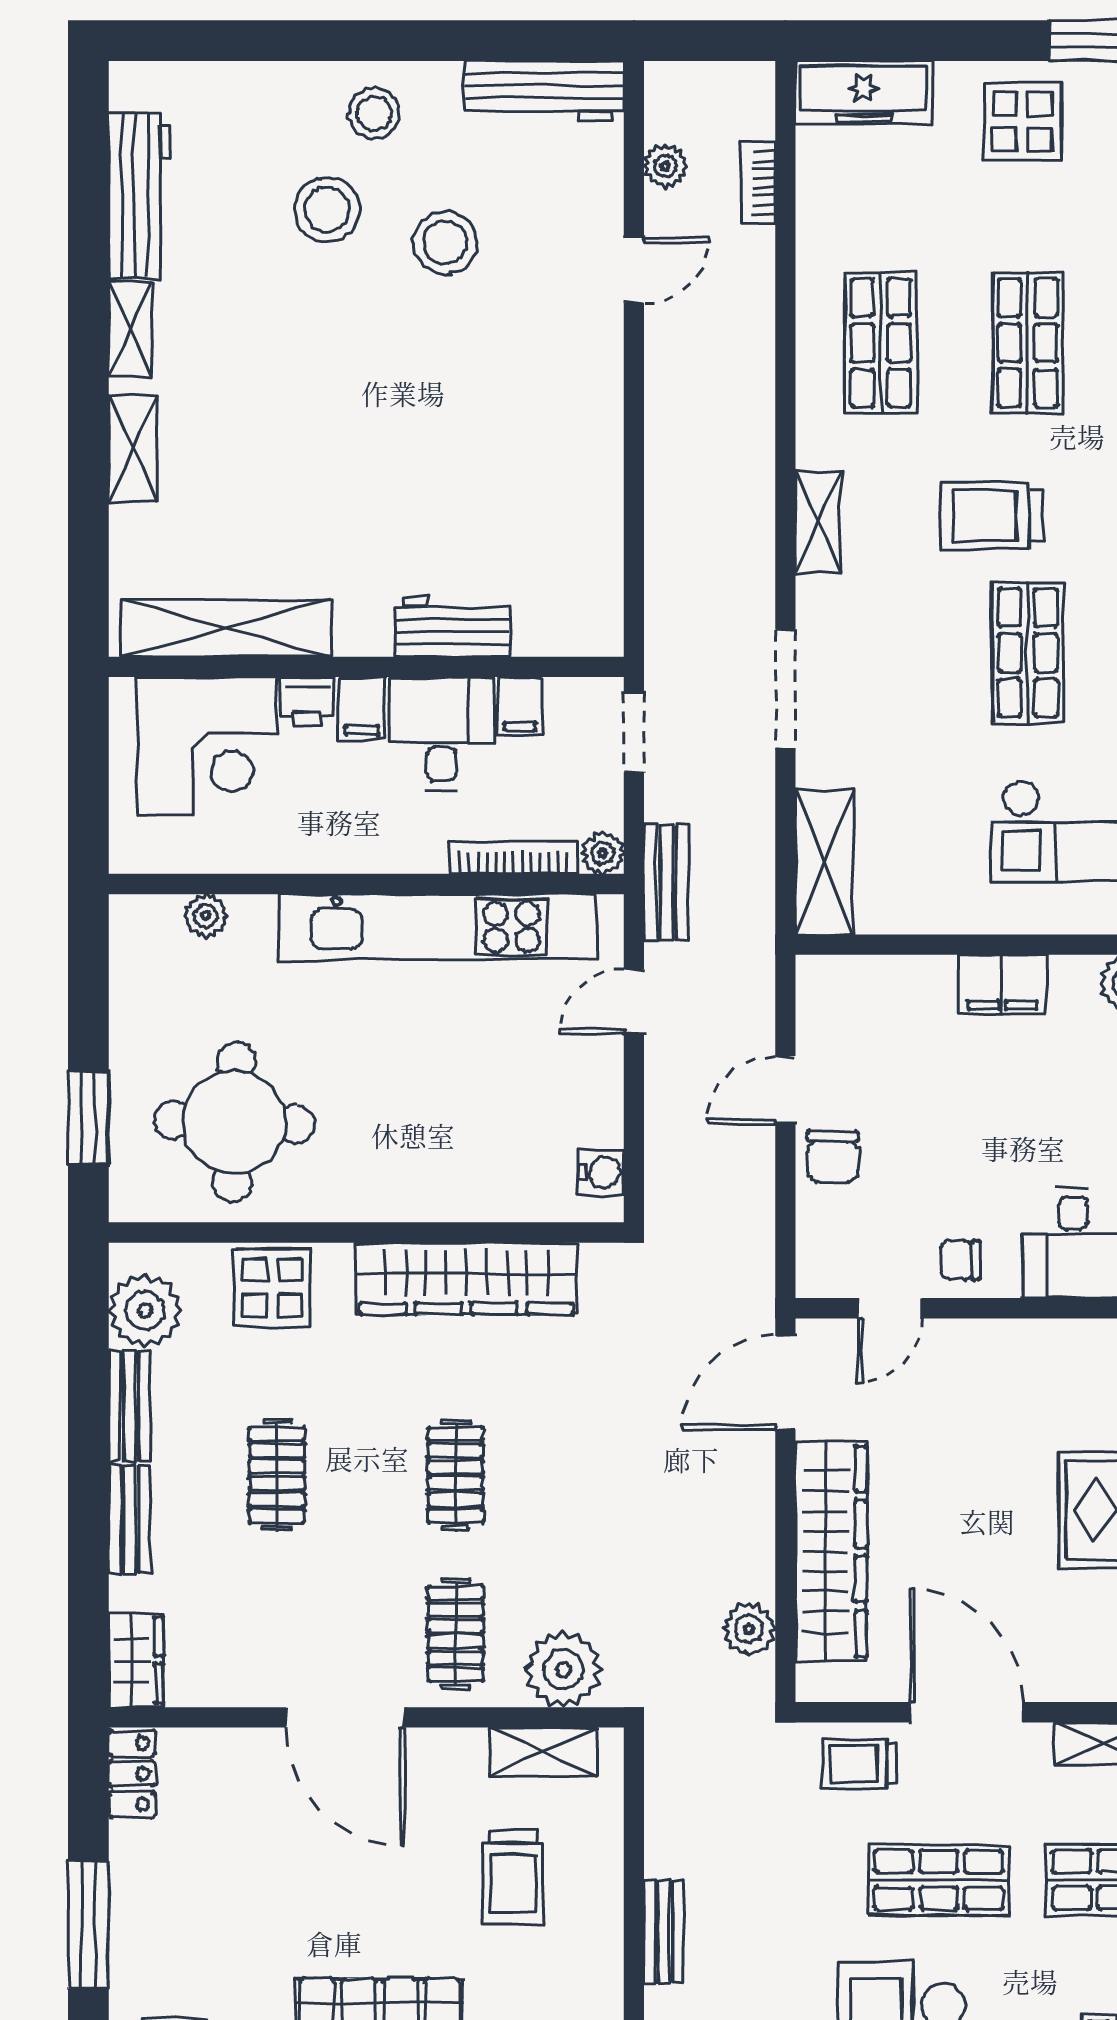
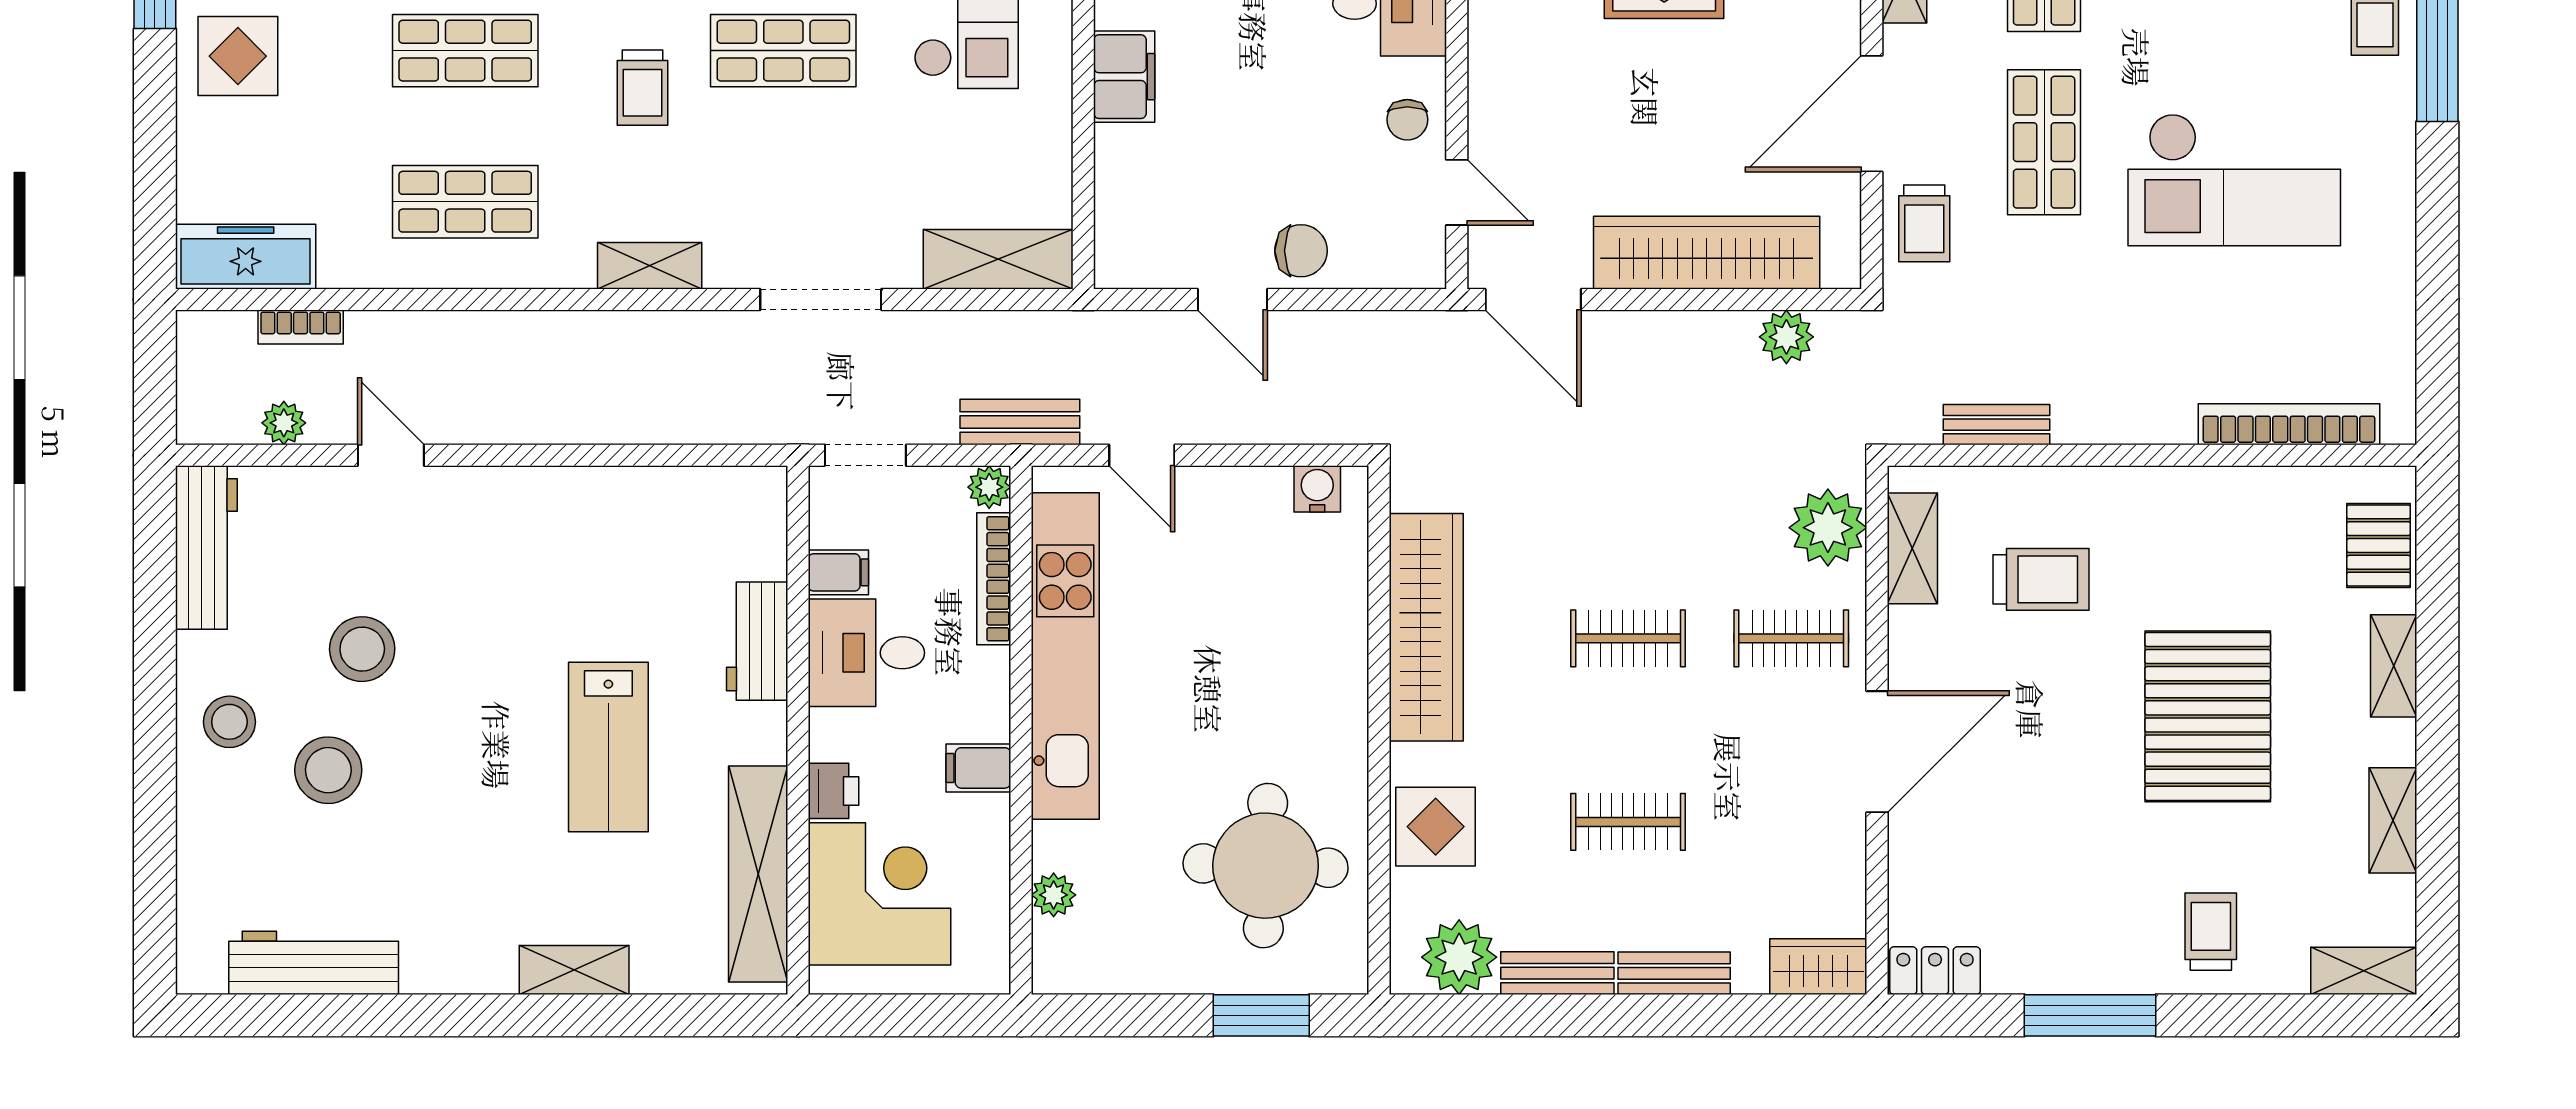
freezer: (864, 92) -> (246, 257), moved, turned -90
shelving: (130, 329) -> (451, 973), removed
lab bench: (350, 482) -> (608, 747), added
trolley: (992, 515) -> (643, 88), width x0.73, depth x0.72
filing cabinet: (362, 708) -> (978, 768), moved, turned 180
bench: (664, 1932) -> (1997, 425), moved

